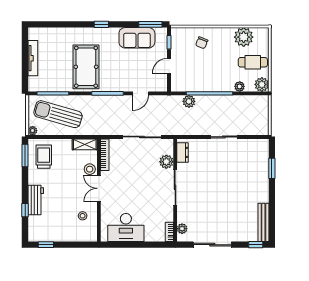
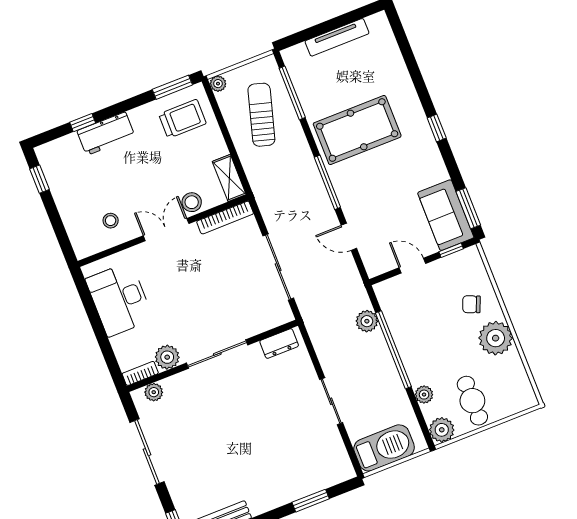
plant: (244, 37) -> (496, 338), moved
sofa: (137, 38) -> (446, 215), moved
sun lounger: (58, 114) -> (261, 115), width x0.73, depth x0.75
barbecue: (259, 119) -> (384, 448), added
plant: (166, 162) -> (167, 357), moved

